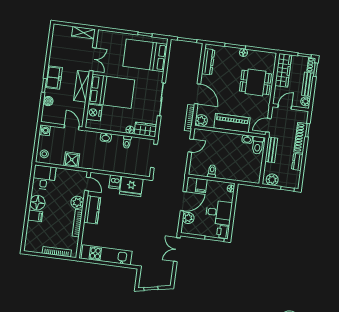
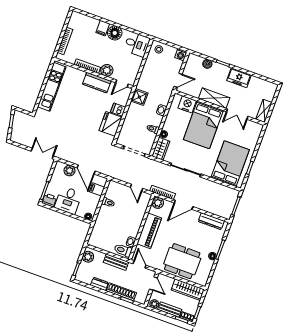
freezer: (54, 78) -> (239, 78), moved
dining table: (255, 82) -> (182, 261), width x1.38
shower: (72, 160) -> (139, 97), moved

